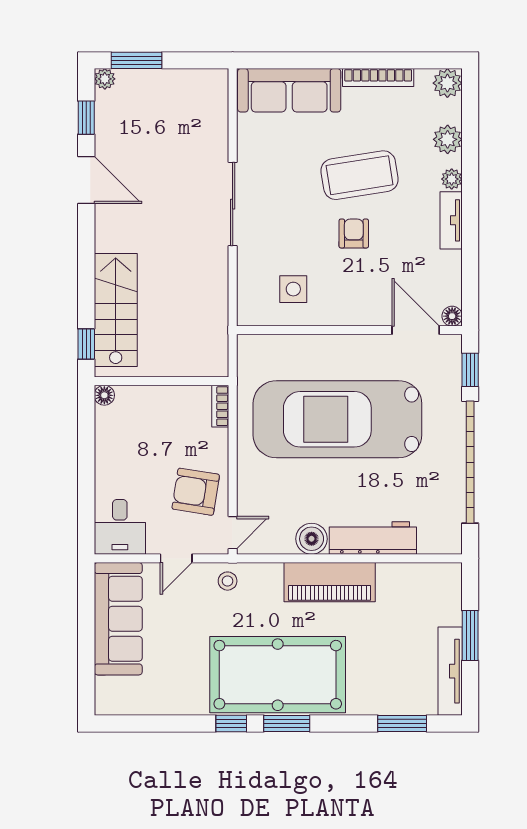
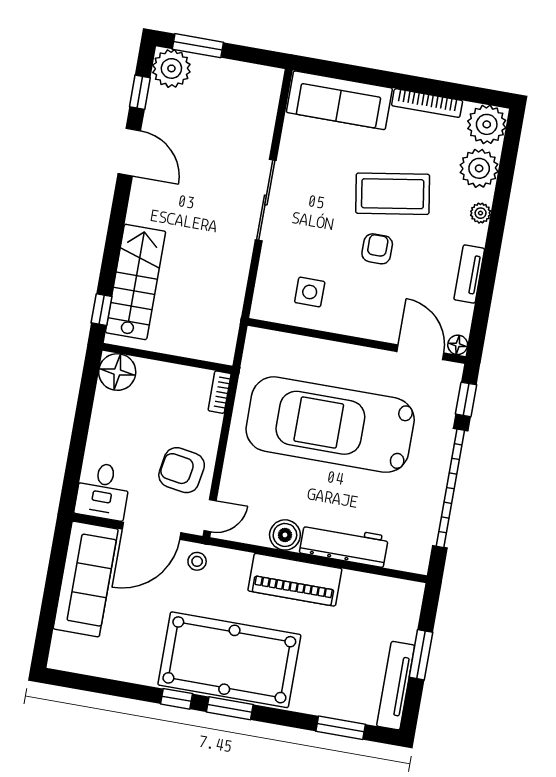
plant: (105, 79) -> (171, 68), width x1.88, depth x1.88
plant: (447, 83) -> (487, 124), width x1.36, depth x1.36
plant: (448, 139) -> (479, 168), width x1.36, depth x1.36
tv unit: (451, 220) -> (469, 274), moved
floor lamp: (104, 395) -> (117, 372), width x1.89, depth x1.89
door: (176, 558) -> (151, 531), width x1.87

